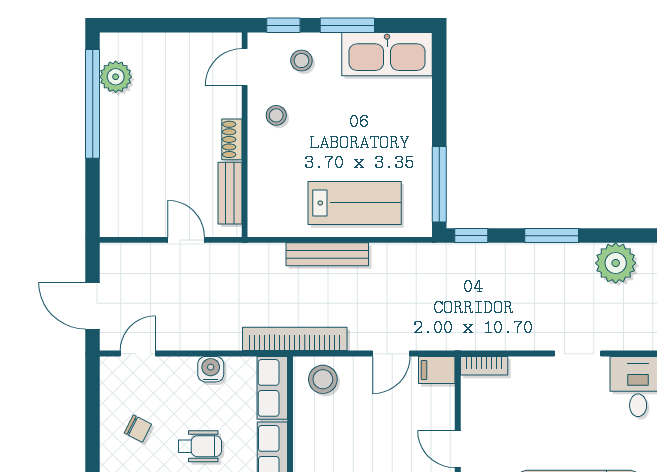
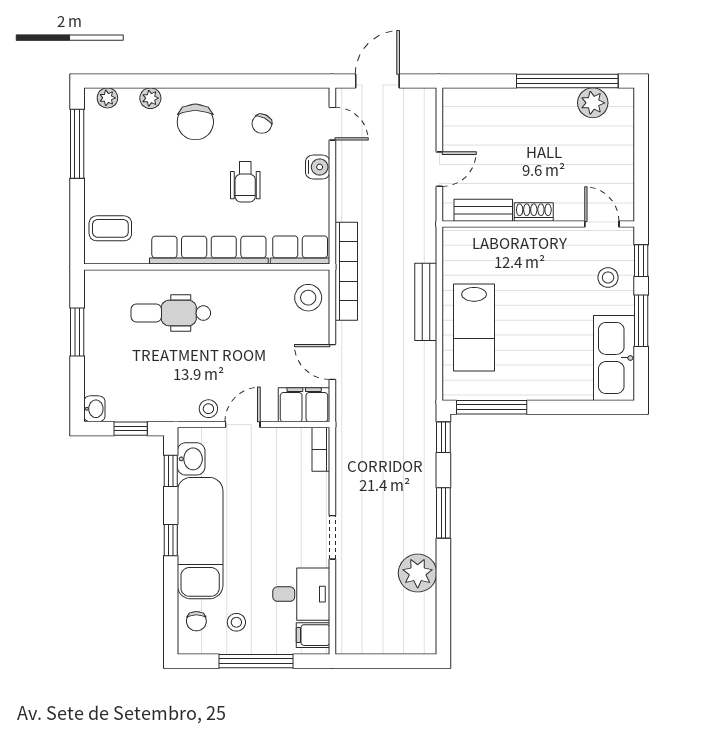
stool: (276, 115) -> (556, 254), removed
water cooler: (211, 369) -> (318, 167), moved
filing cabinet: (437, 370) -> (304, 405), width x2.00

